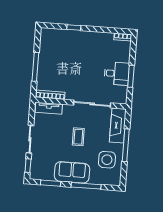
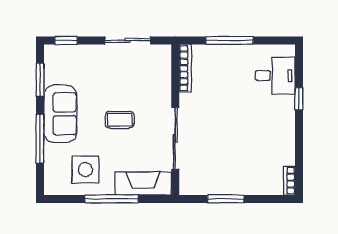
desk: (117, 74) -> (275, 76), moved, turned -90
tv unit: (49, 108) -> (163, 68), removed
sliding door: (30, 139) -> (128, 40), moved

